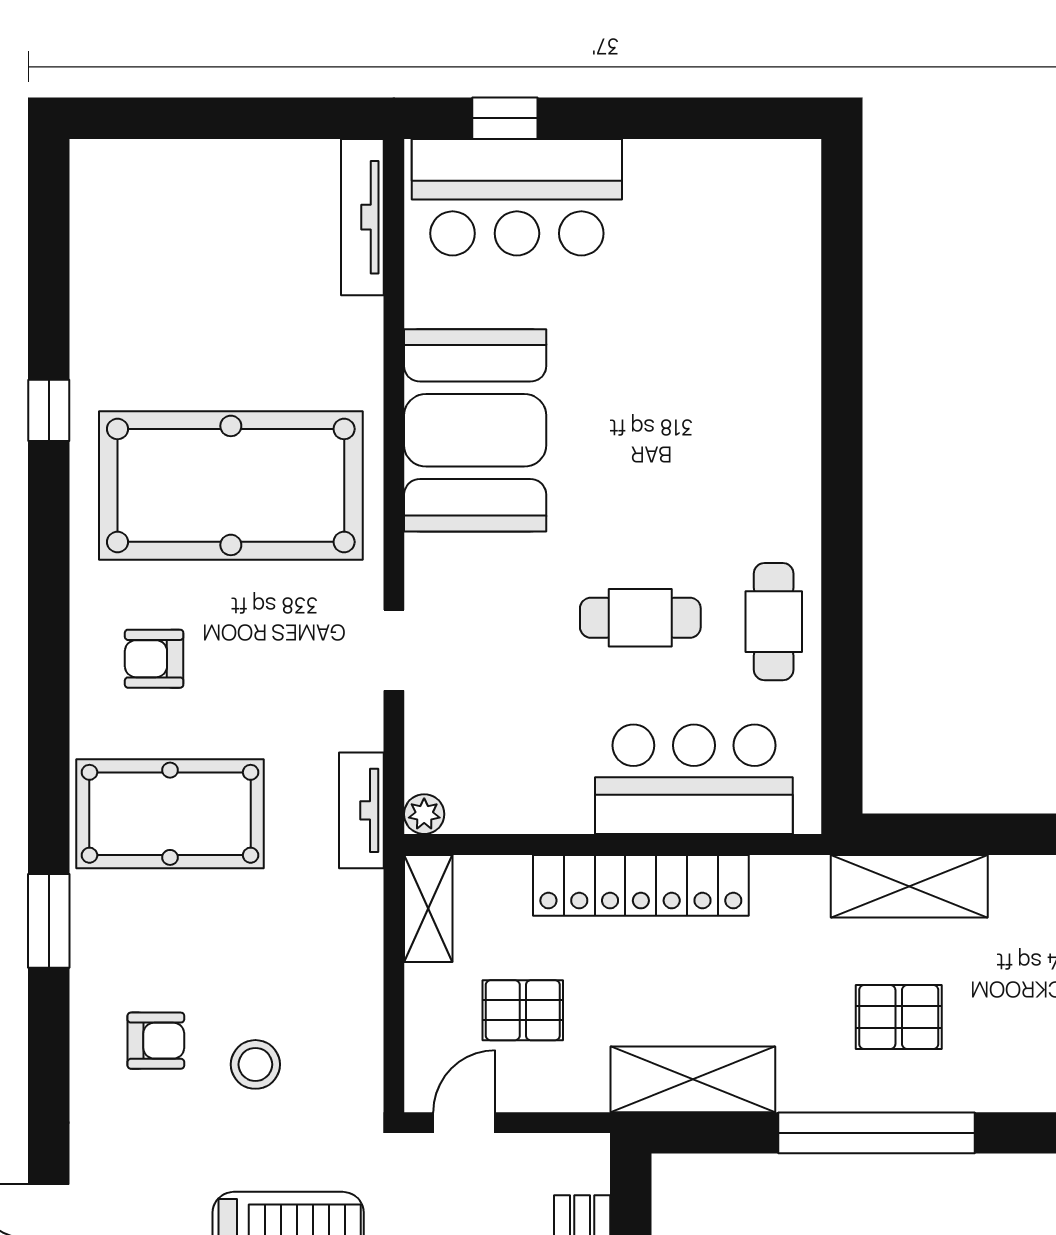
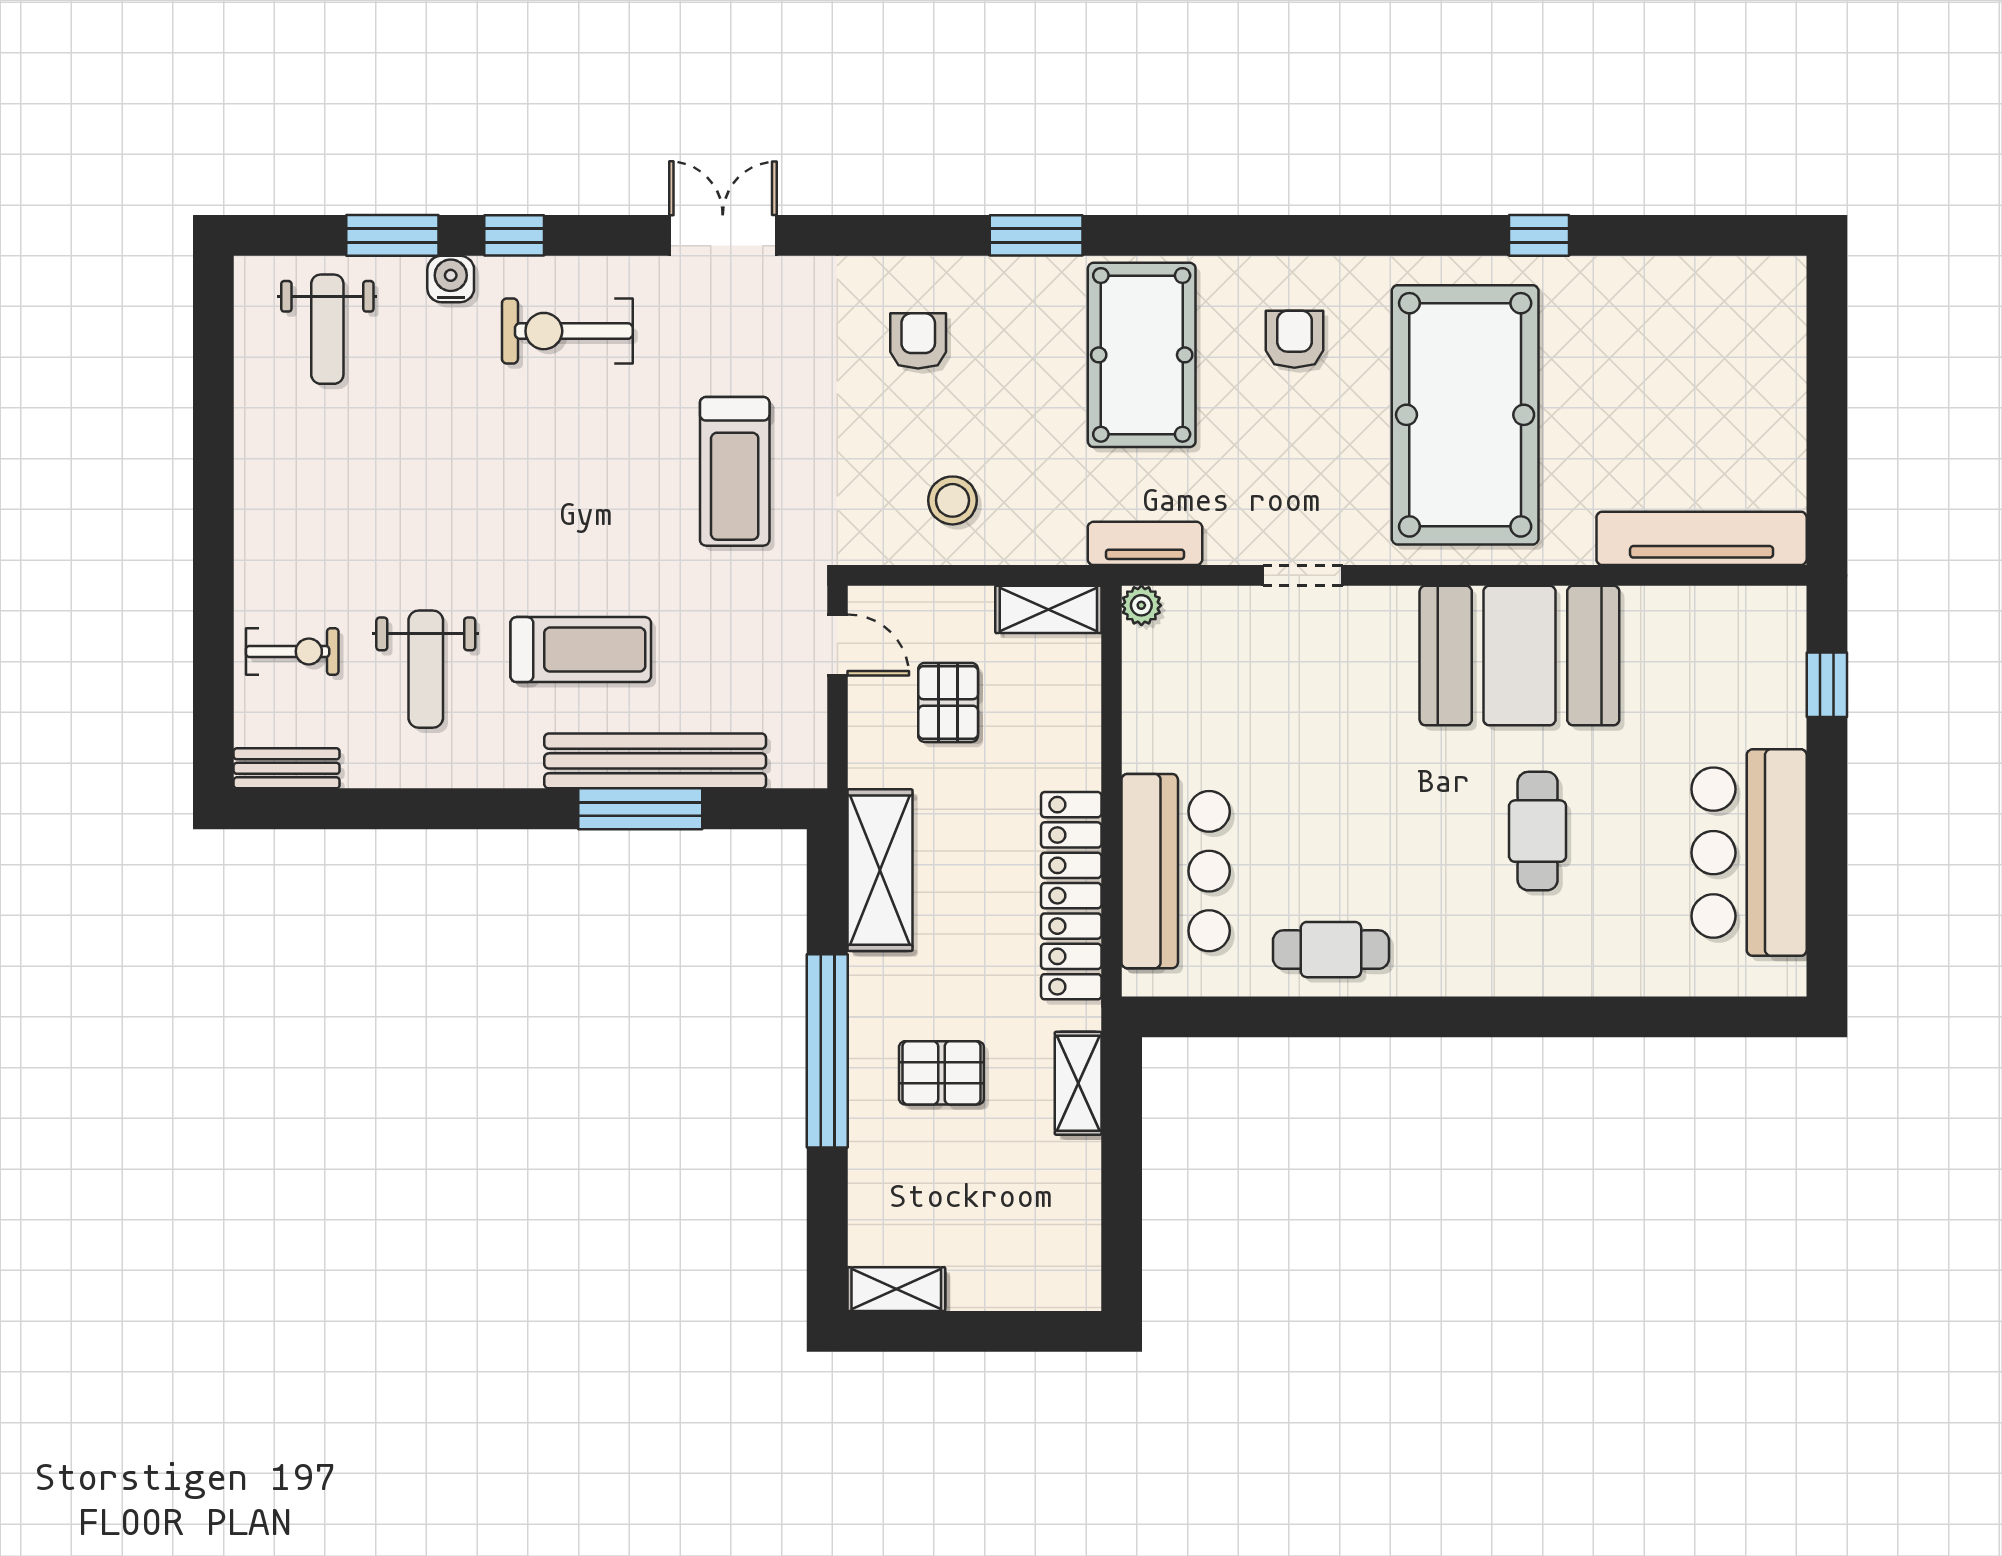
bar counter: (517, 197) -> (1749, 853), moved
tv unit: (362, 217) -> (1702, 538), width x1.36, depth x1.29
cafe table: (640, 618) -> (1538, 831), moved
locker: (641, 885) -> (1071, 896), moved
shelving: (909, 886) -> (1078, 1083), width x0.67, depth x0.75
pallet: (899, 1017) -> (941, 1073), turned 90
armchair: (156, 1041) -> (918, 341), turned 180
stool: (255, 1064) -> (952, 500), moved

